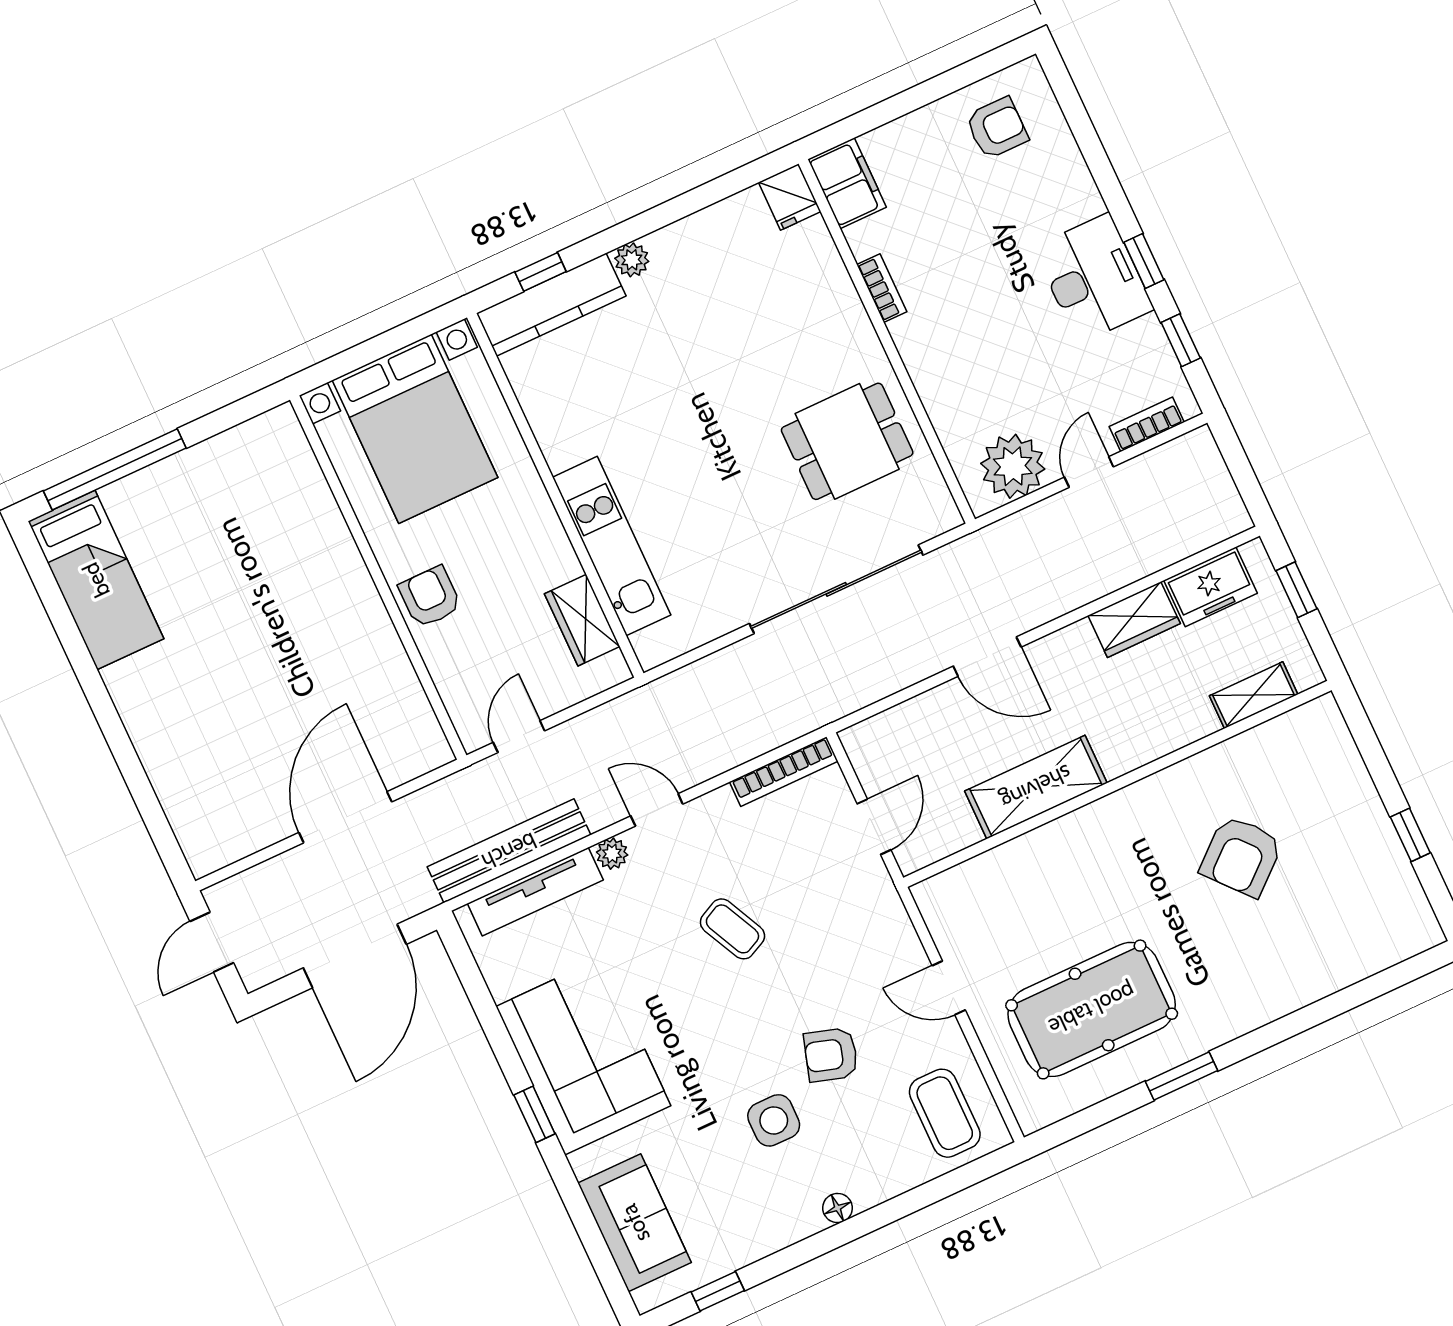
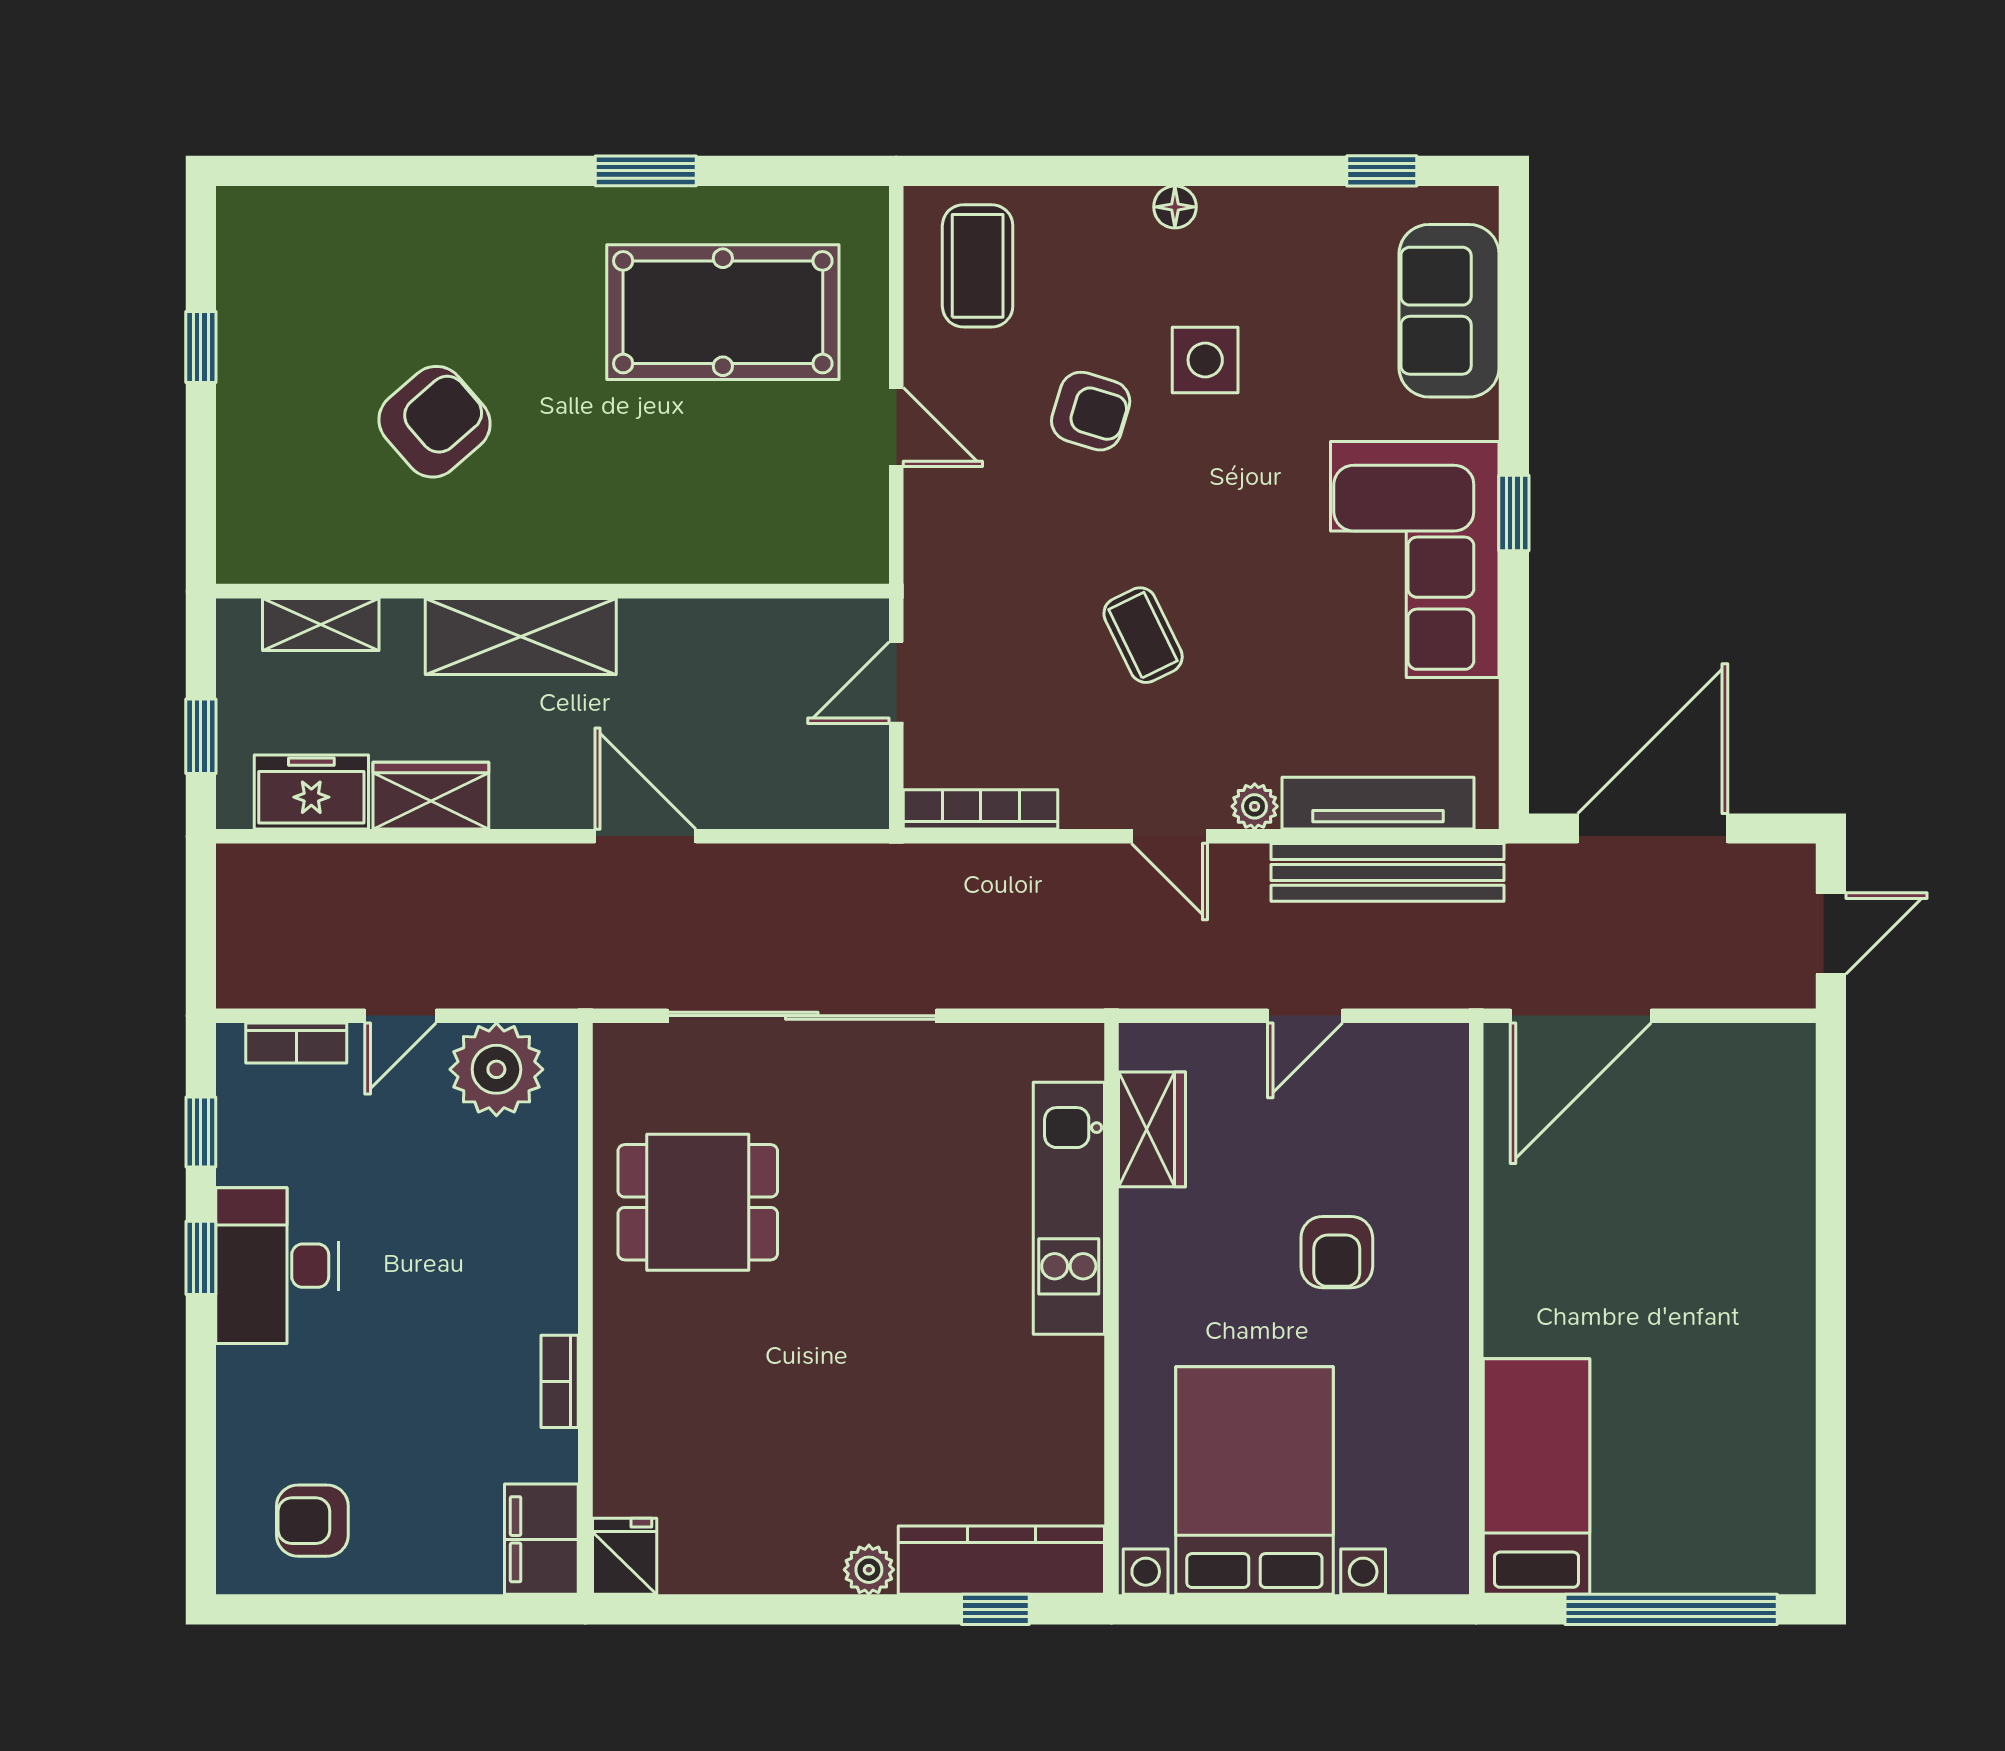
wall: (378, 578) -> (1476, 1309), moved
bed: (96, 580) -> (1537, 1476), moved
shelving: (1036, 787) -> (521, 636), moved

